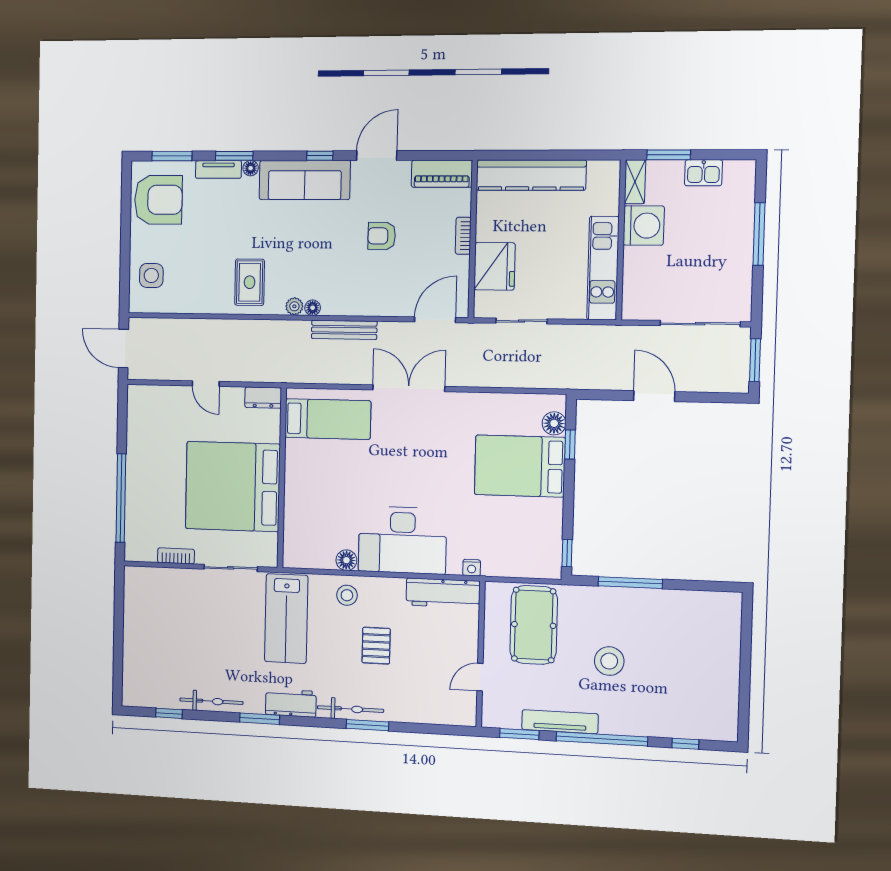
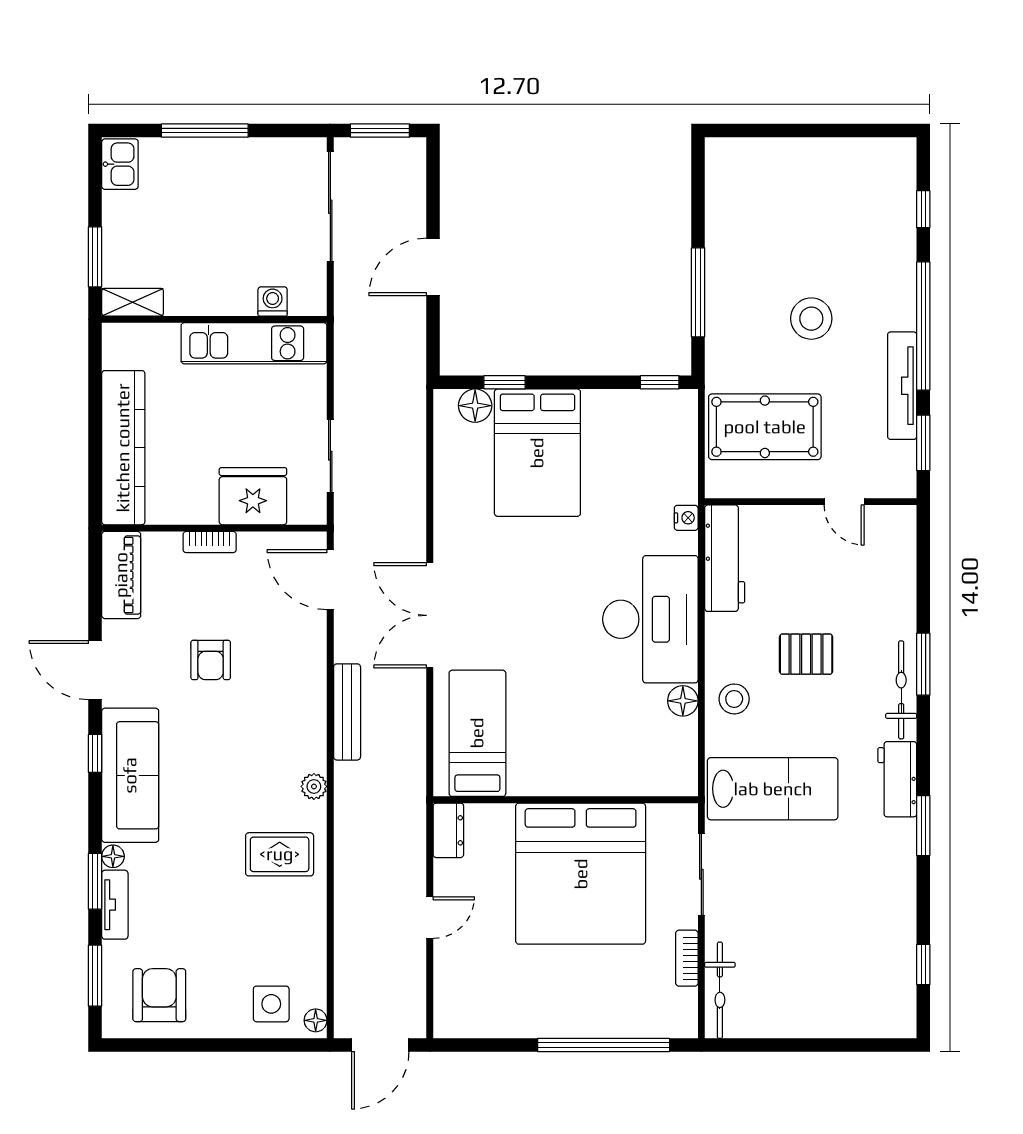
kitchen sink: (703, 173) -> (120, 164), moved
armchair: (158, 200) -> (159, 995), width x0.73, depth x0.73
washing machine: (644, 226) -> (273, 301), moved, width x0.53, depth x0.53
floor lamp: (313, 308) -> (316, 1020), moved
bicycle: (211, 701) -> (720, 990), moved, turned 180

